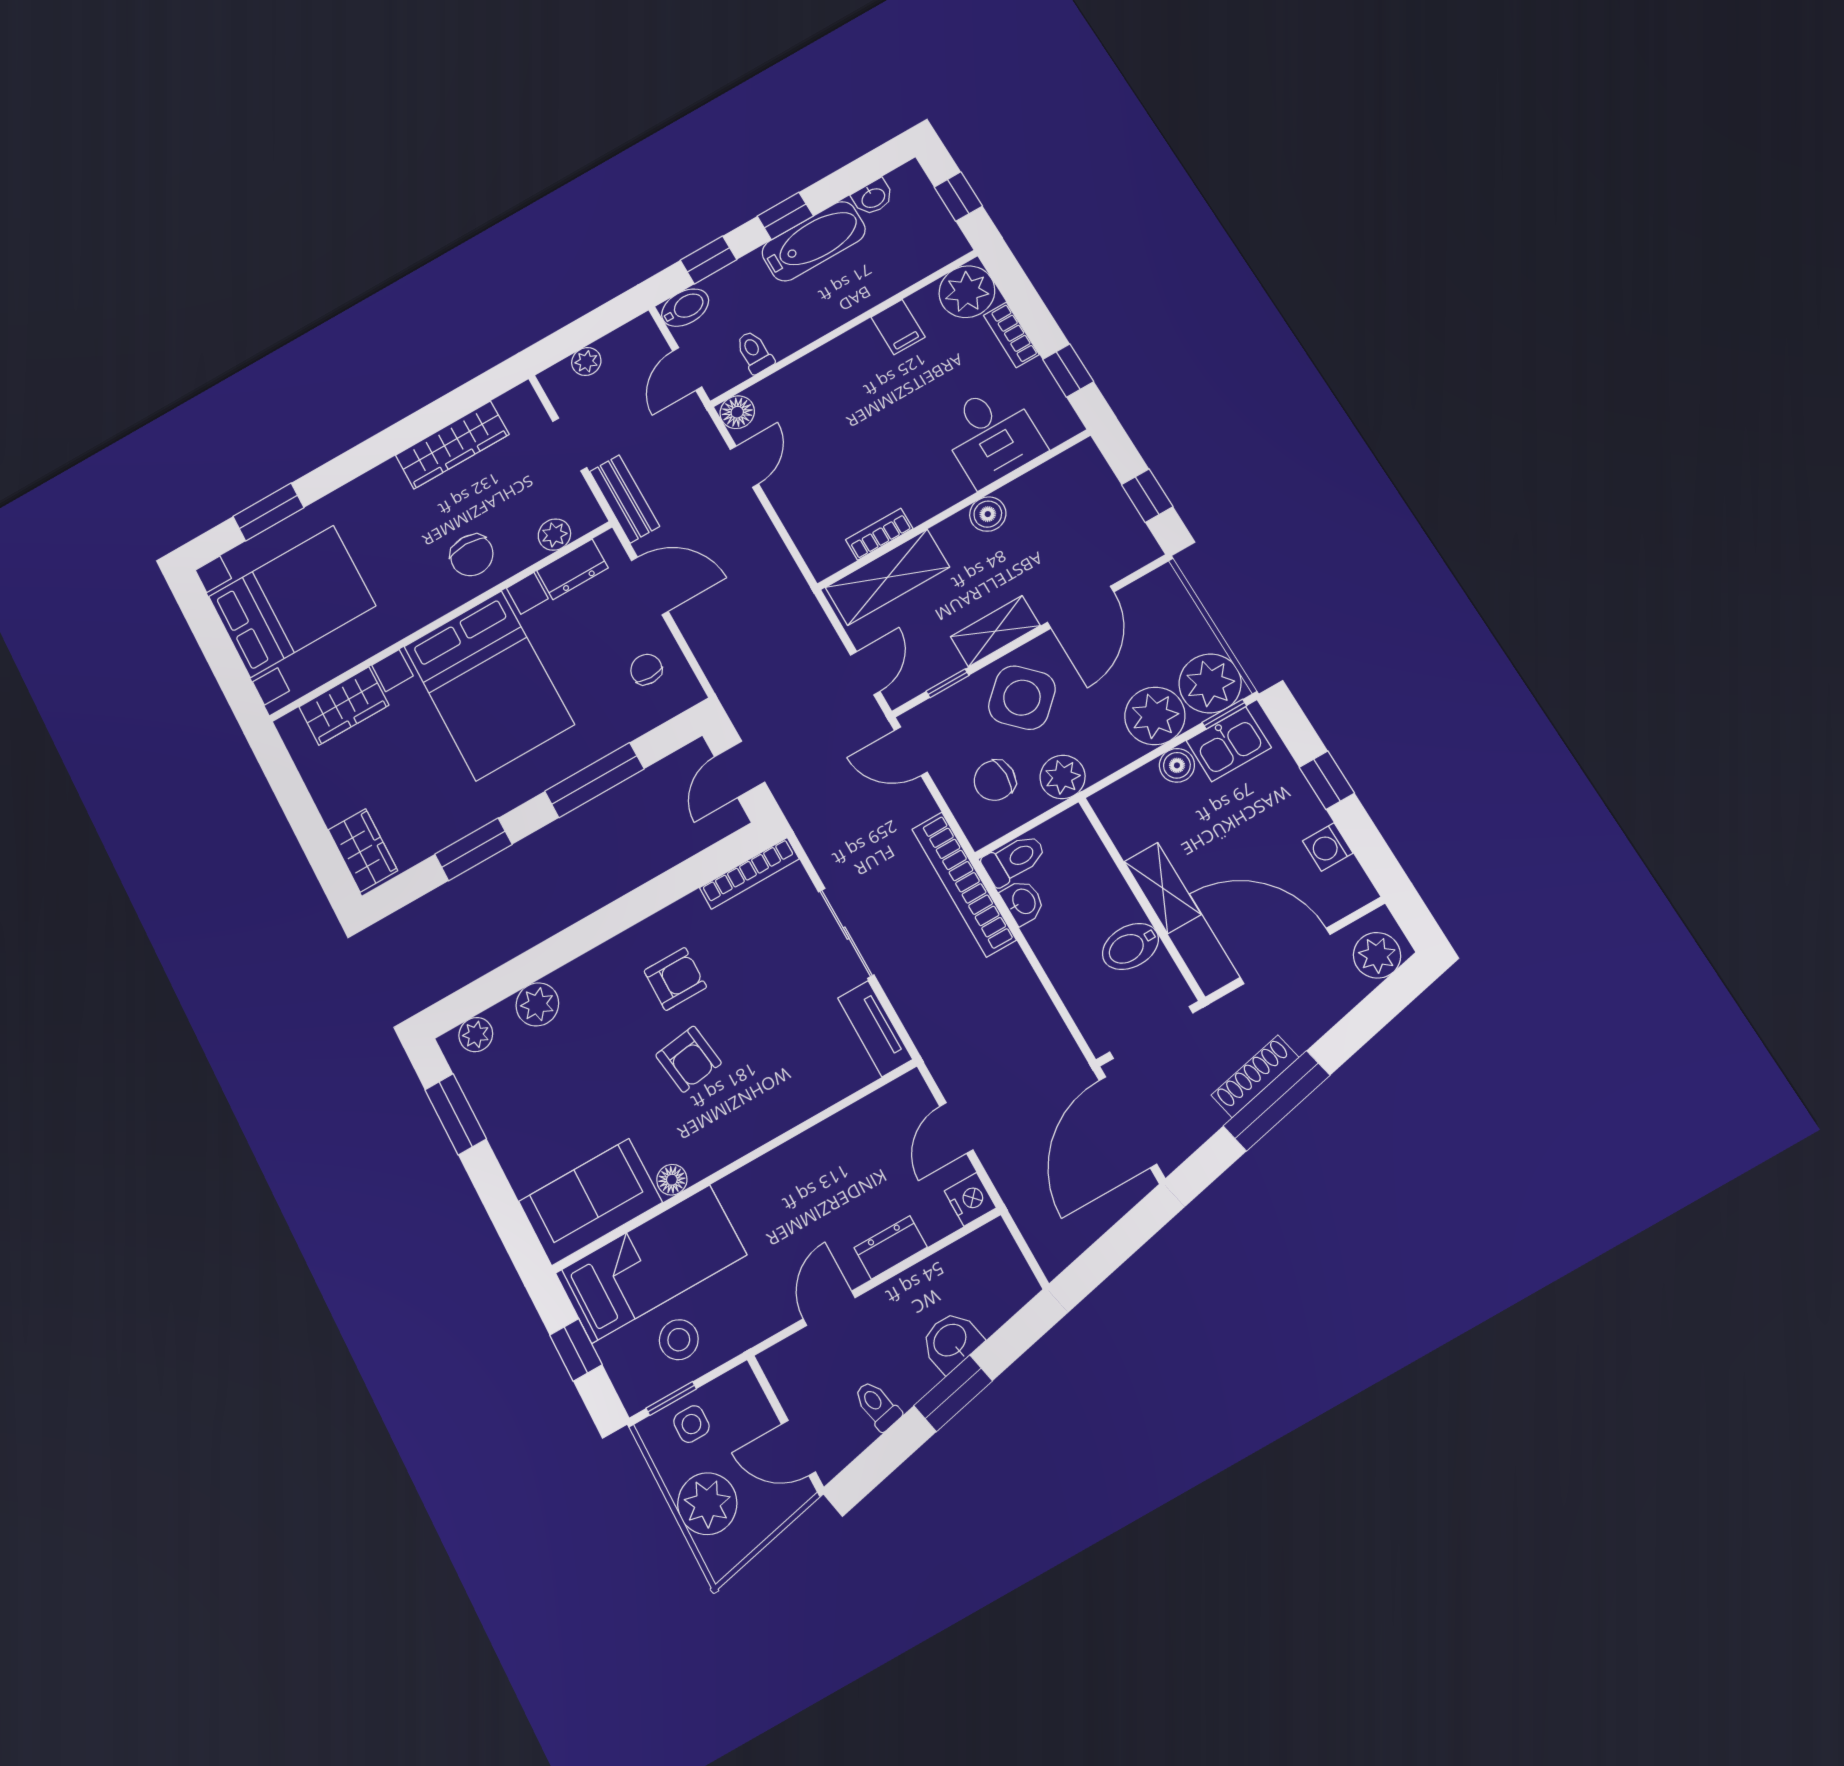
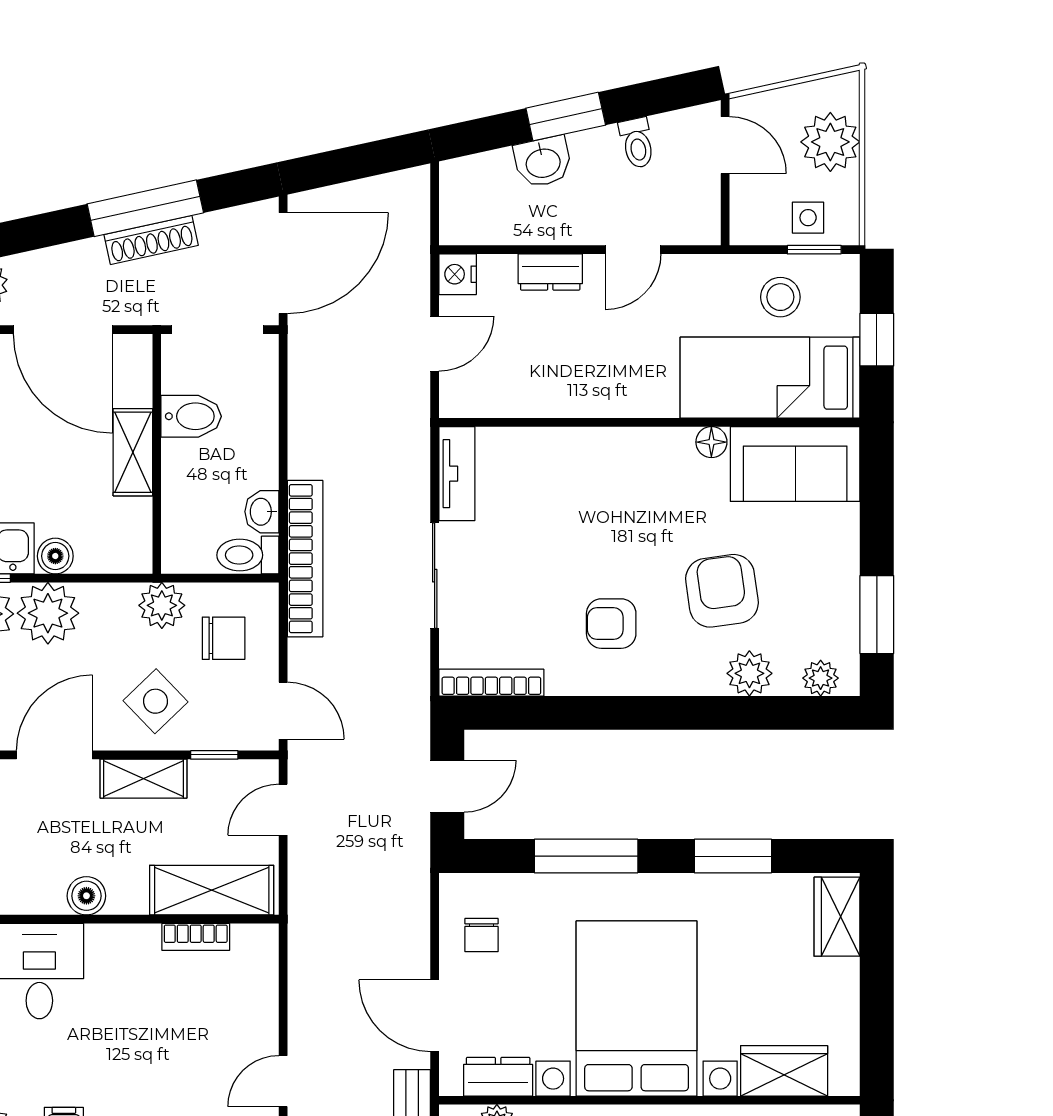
side table: (1022, 698) -> (155, 701), width x0.73, depth x0.73
armchair: (688, 1059) -> (722, 591), moved, width x1.38, depth x1.38

